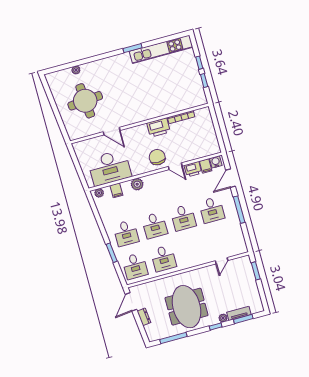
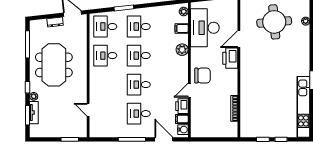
printer: (159, 127) -> (230, 58), moved
meeting table: (187, 307) -> (54, 65), turned 90

